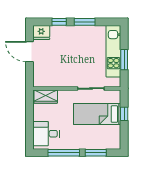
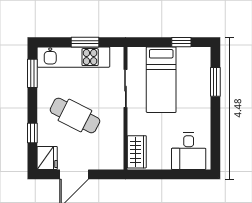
window: (85, 22) -> (32, 73), moved
cafe table: (72, 52) -> (75, 115), added
window: (124, 114) -> (181, 42), moved
window: (64, 153) -> (215, 126), removed

